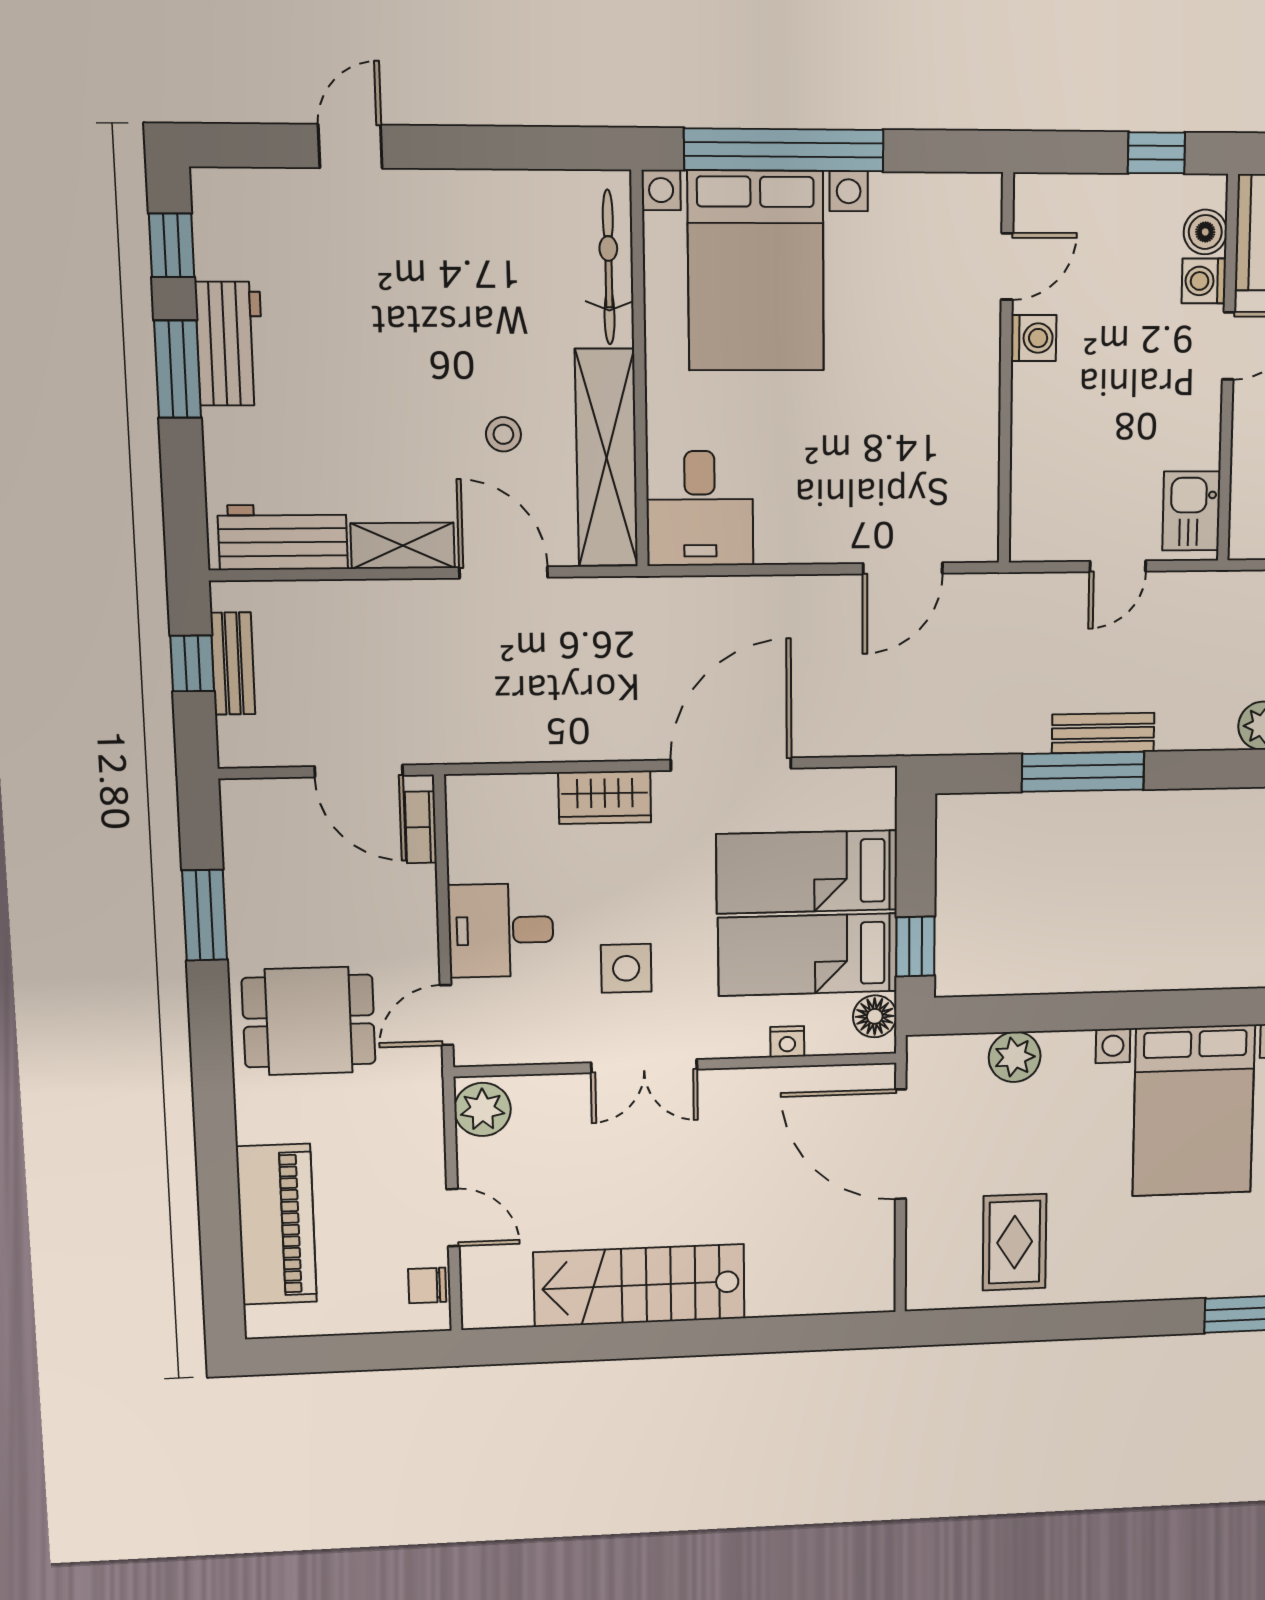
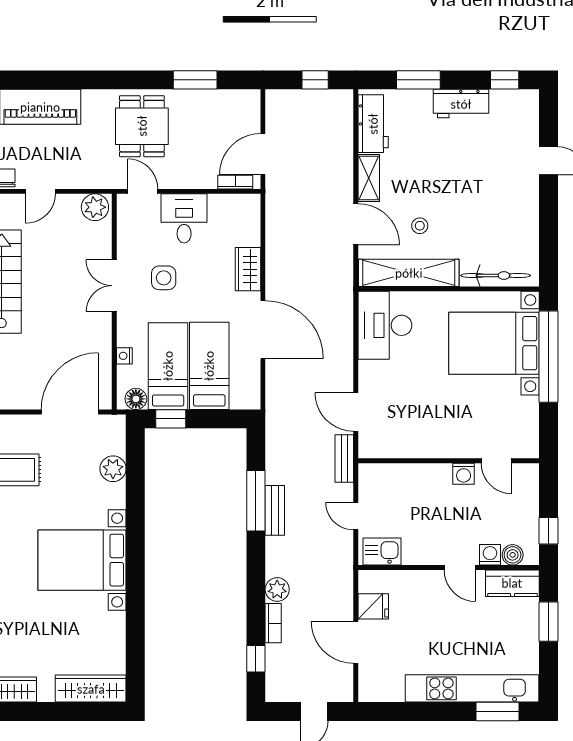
window: (178, 369) -> (418, 80), moved
desk: (700, 508) -> (385, 325), width x1.37
door: (504, 572) -> (356, 224), hinge flipped
bench: (233, 664) -> (344, 459), moved, turned 90

